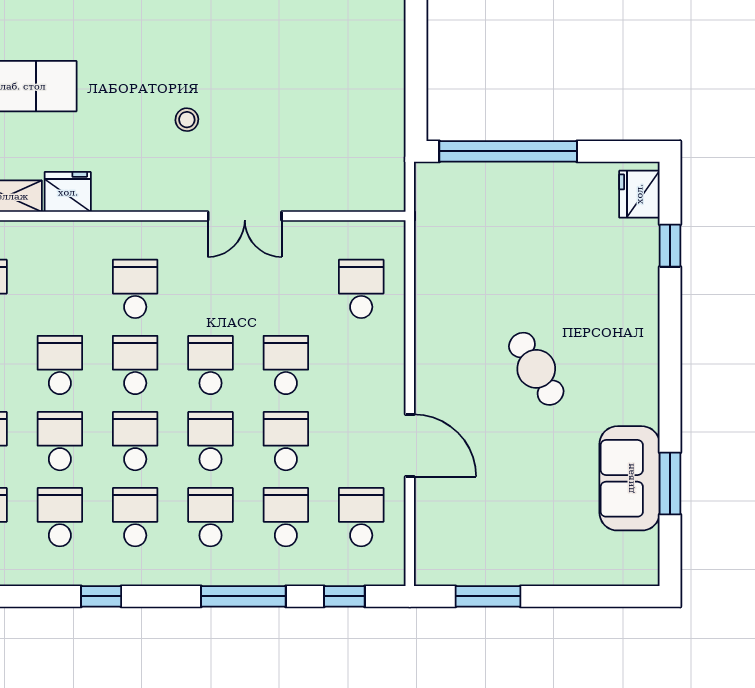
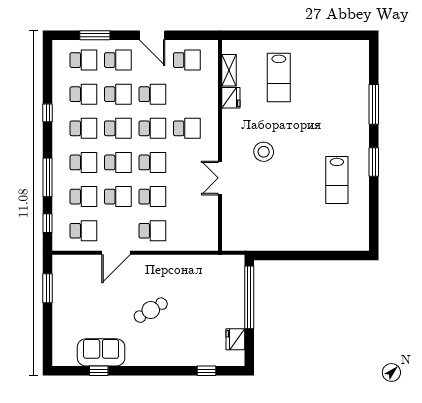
stool: (187, 120) -> (264, 152), width x1.89, depth x1.89
fridge: (639, 194) -> (235, 339), moved, turned -90
school desk: (361, 289) -> (152, 231), moved
window: (670, 483) -> (99, 371), width x0.67

